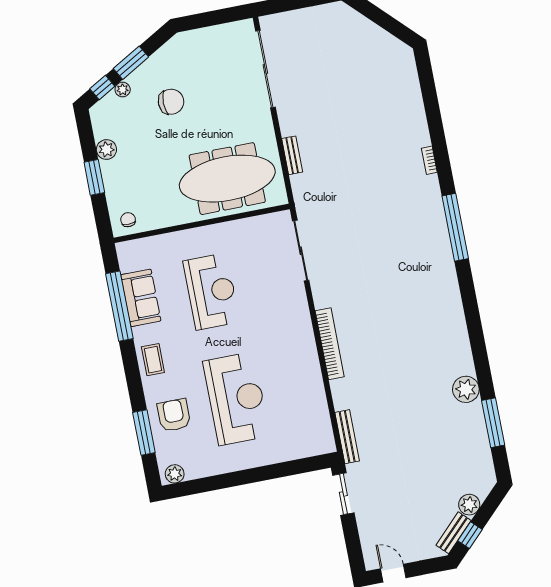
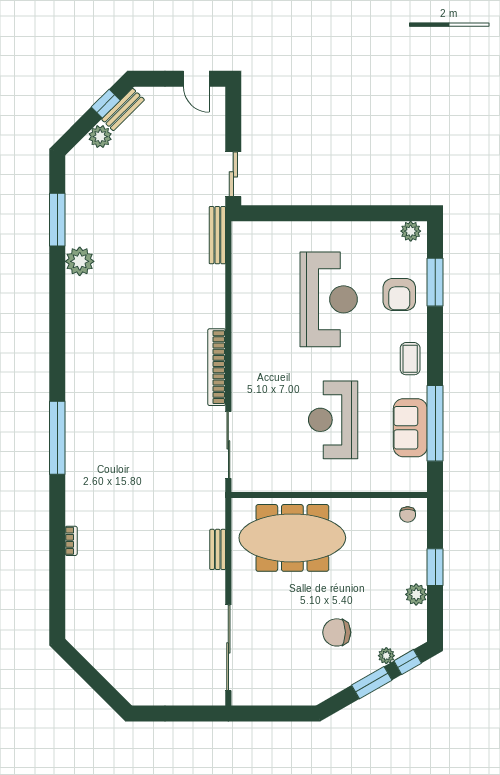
bookcase: (429, 160) -> (71, 541), moved
bookcase: (330, 344) -> (217, 367), moved
reception desk: (236, 399) -> (329, 299), turned 180

